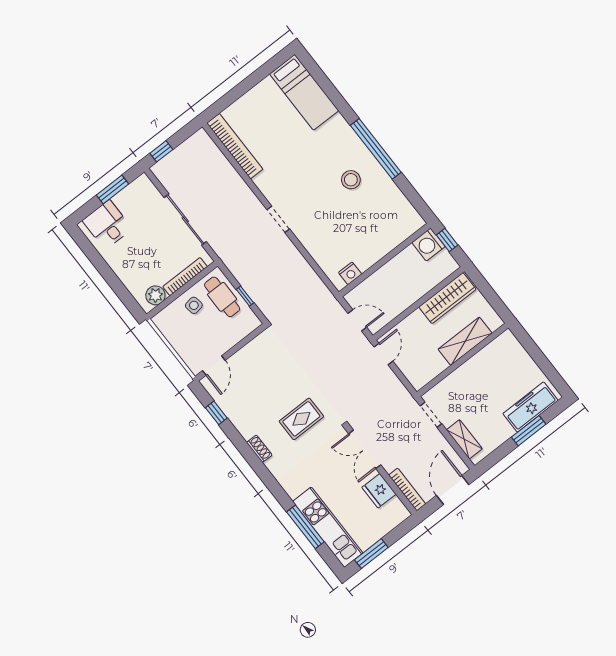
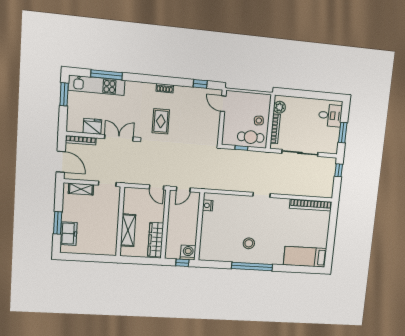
freezer: (530, 407) -> (69, 234), width x0.71

